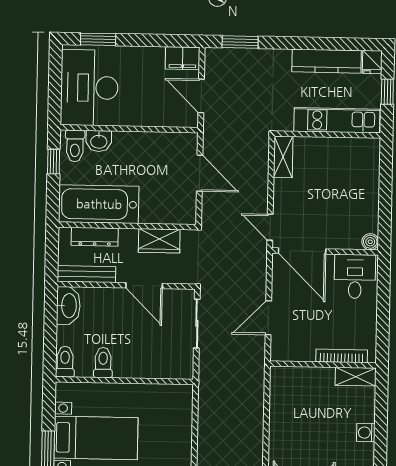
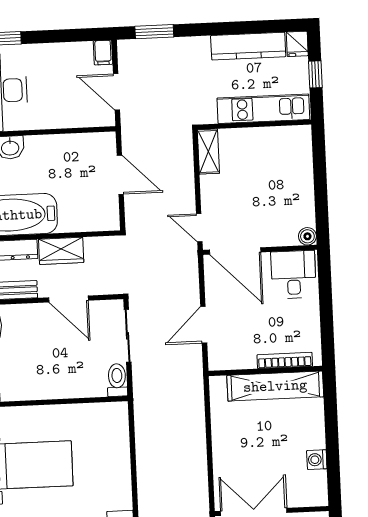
filing cabinet: (183, 58) -> (103, 52), width x0.50
wardrobe: (159, 241) -> (61, 251), moved
toilet: (103, 363) -> (117, 380), moved
shelving: (356, 377) -> (275, 386), width x2.20, depth x1.33
washing machine: (366, 433) -> (317, 460), moved

